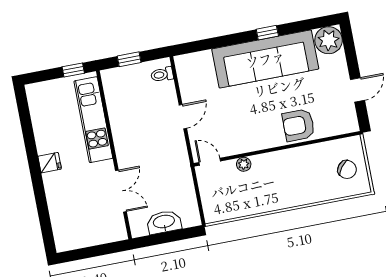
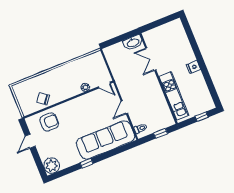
sofa: (265, 59) -> (106, 140), moved
window: (73, 70) -> (202, 117), moved
armchair: (299, 125) -> (49, 122), moved
chair: (347, 169) -> (43, 99), moved
washbasin: (164, 222) -> (133, 43), moved

